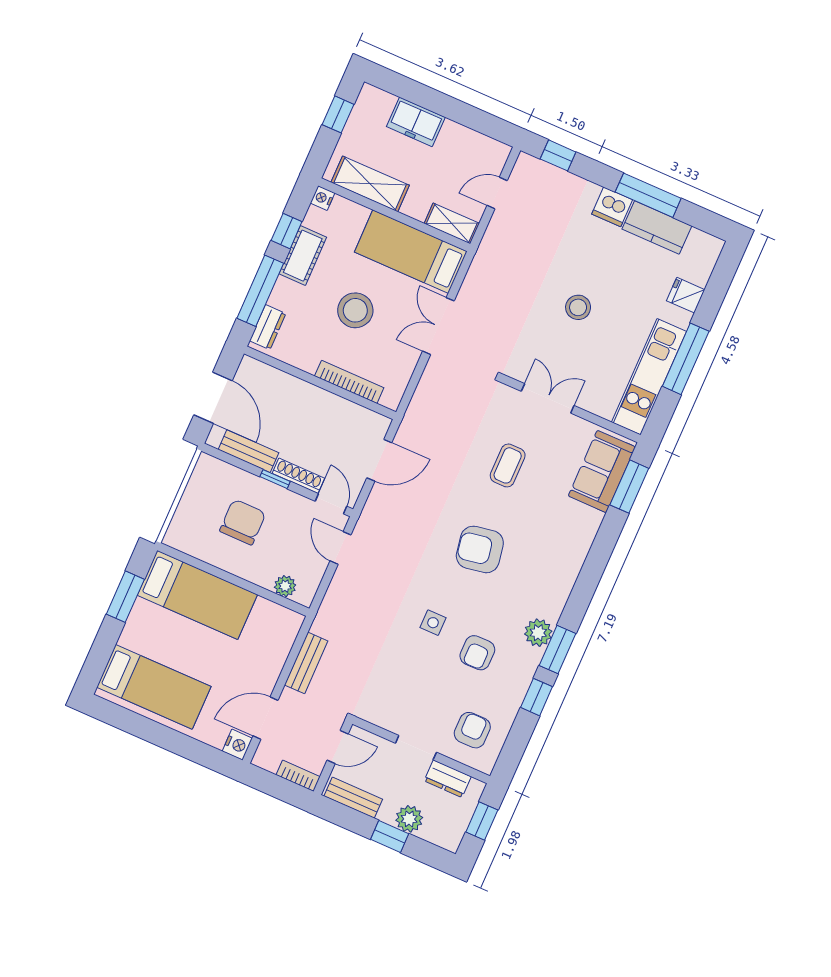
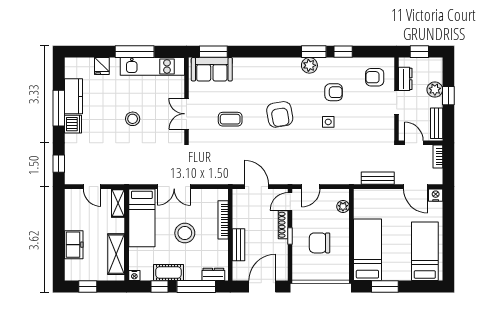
bench: (248, 451) -> (239, 245), moved

